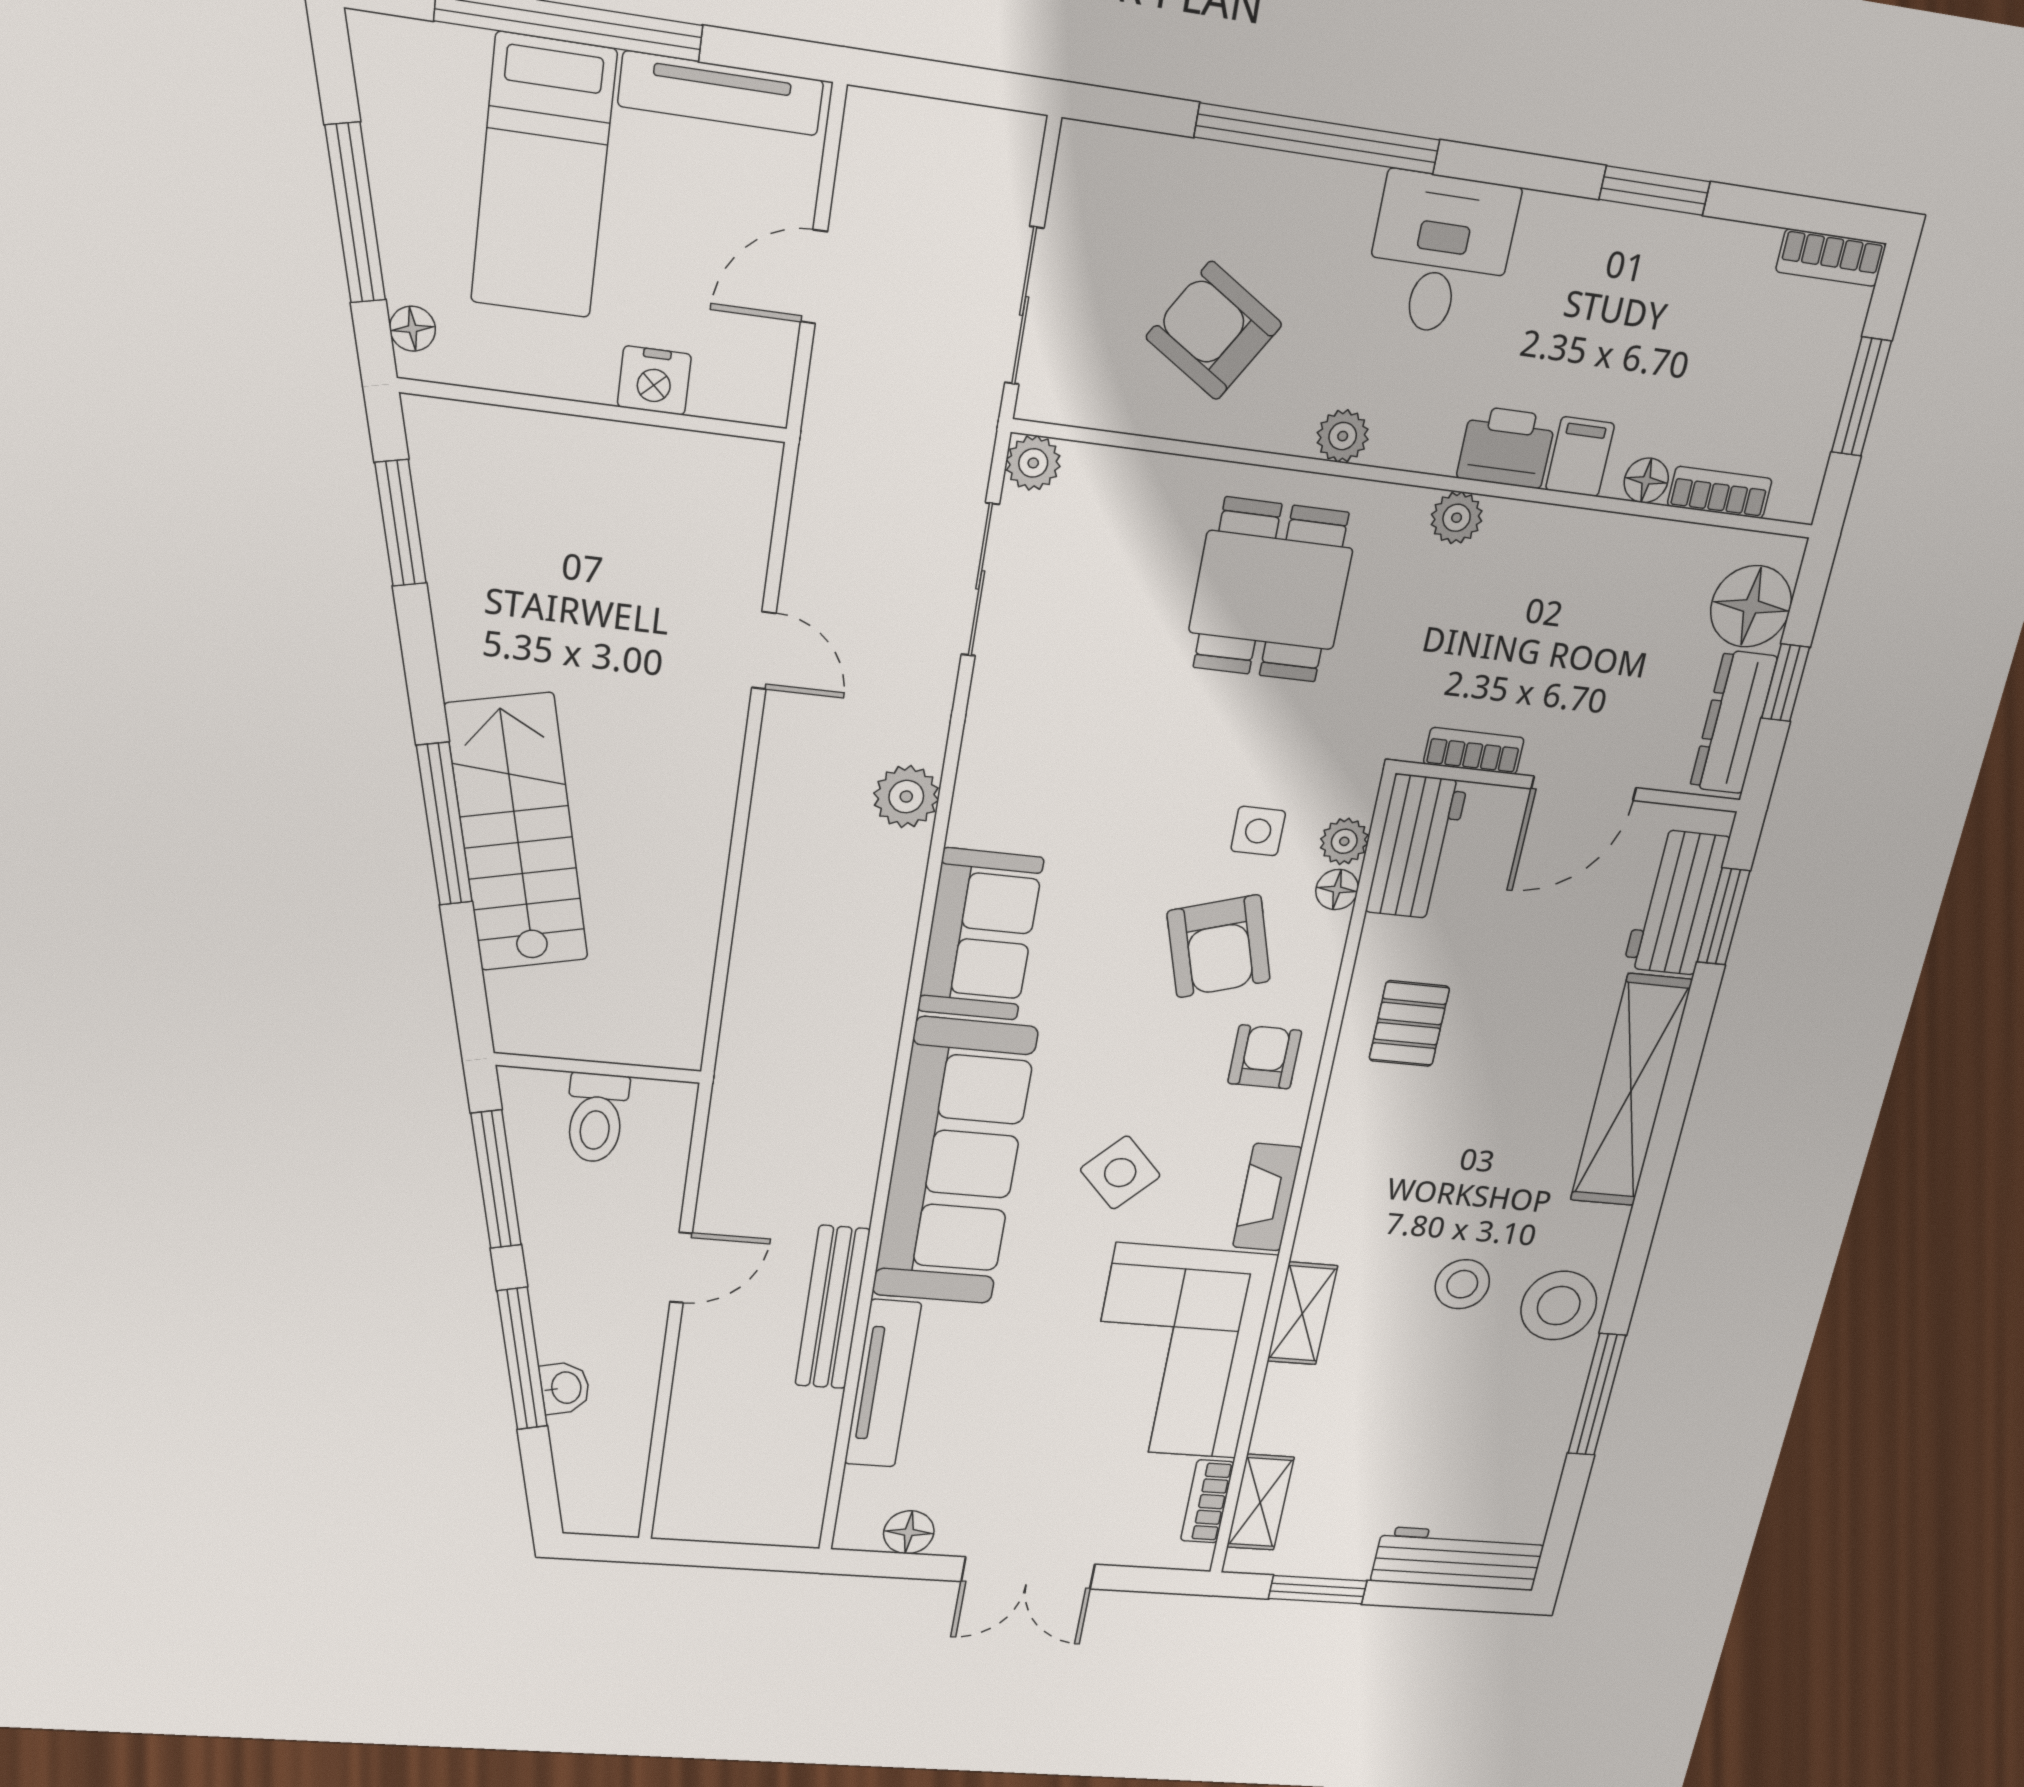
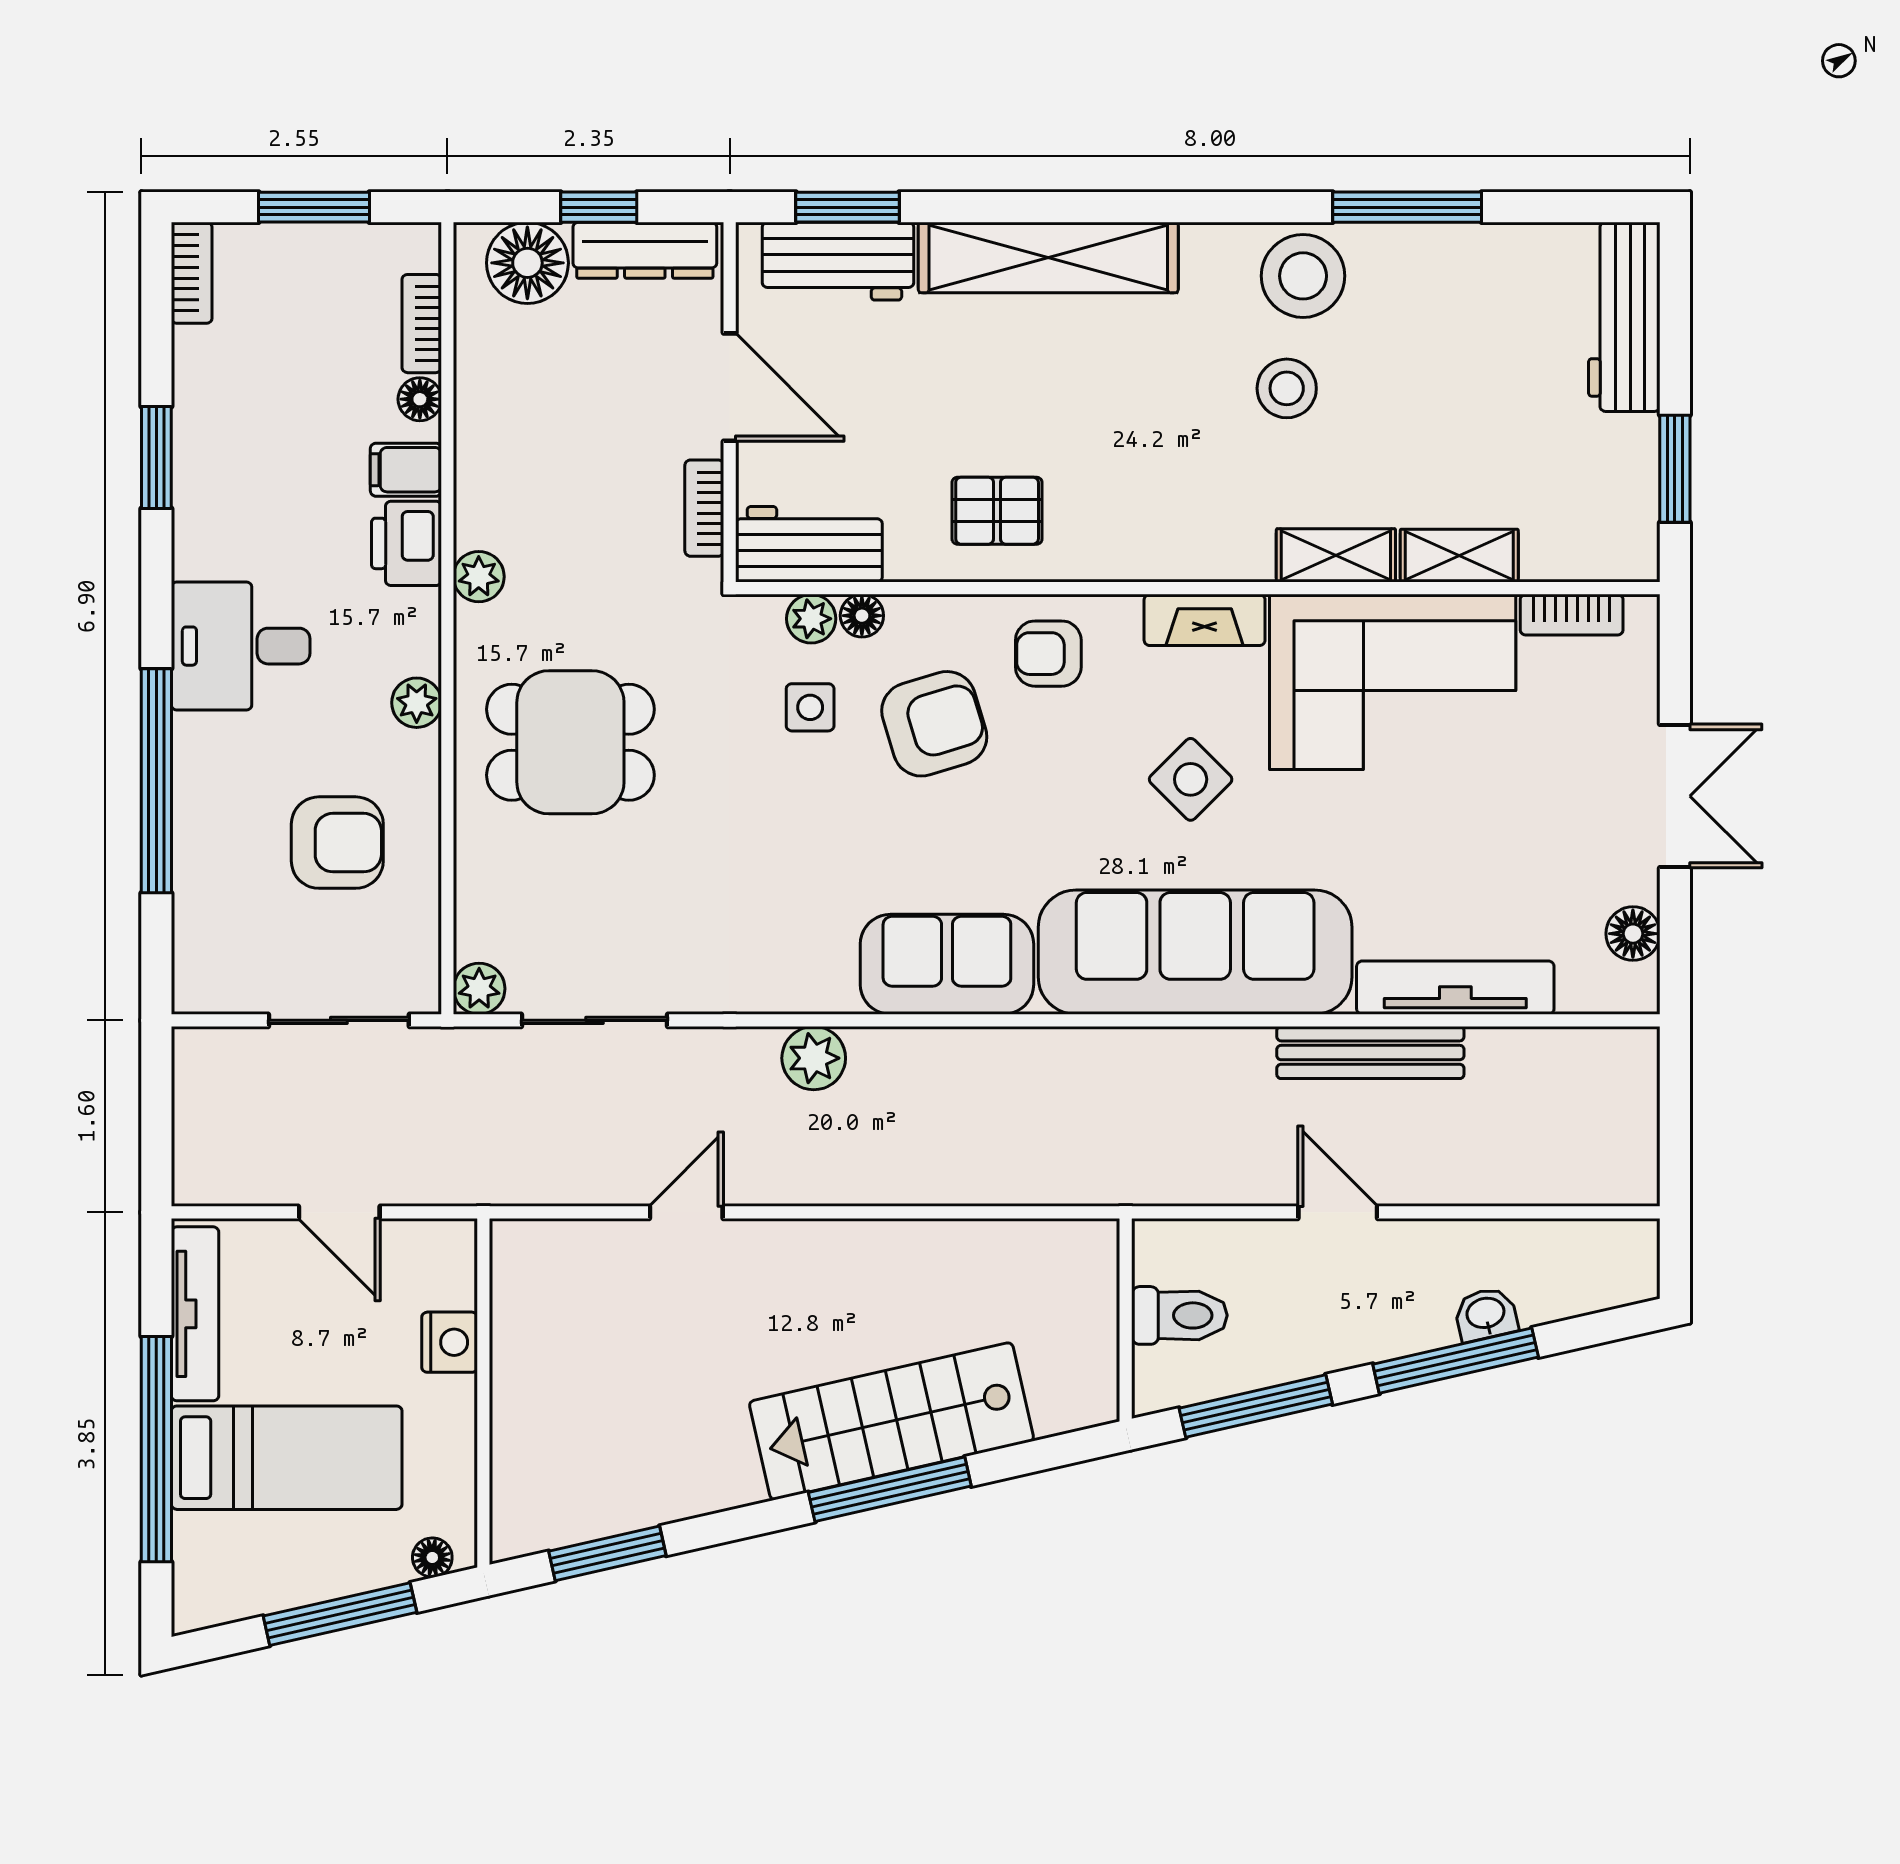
armchair: (1214, 331) -> (337, 843), turned -122
shelving: (1260, 1502) -> (1459, 556), moved

